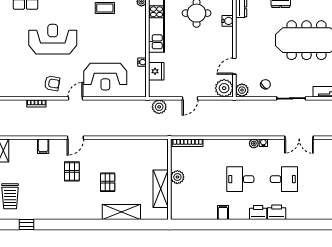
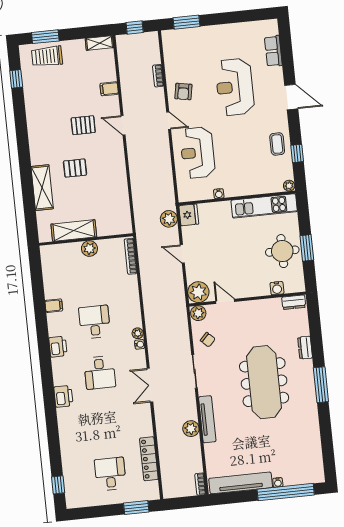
reception desk: (53, 39) -> (235, 87), turned 180
fridge: (156, 71) -> (189, 215), moved, turned -90
printer: (277, 212) -> (63, 396), moved

